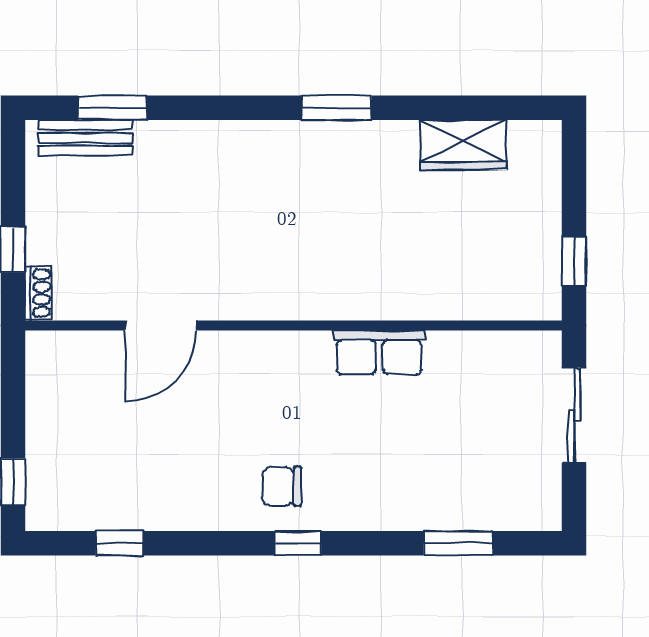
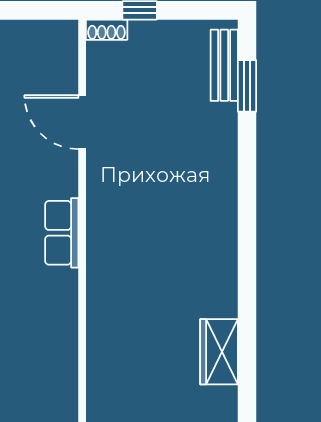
window: (336, 108) -> (247, 255), removed
row of seats: (379, 352) -> (62, 233), moved

